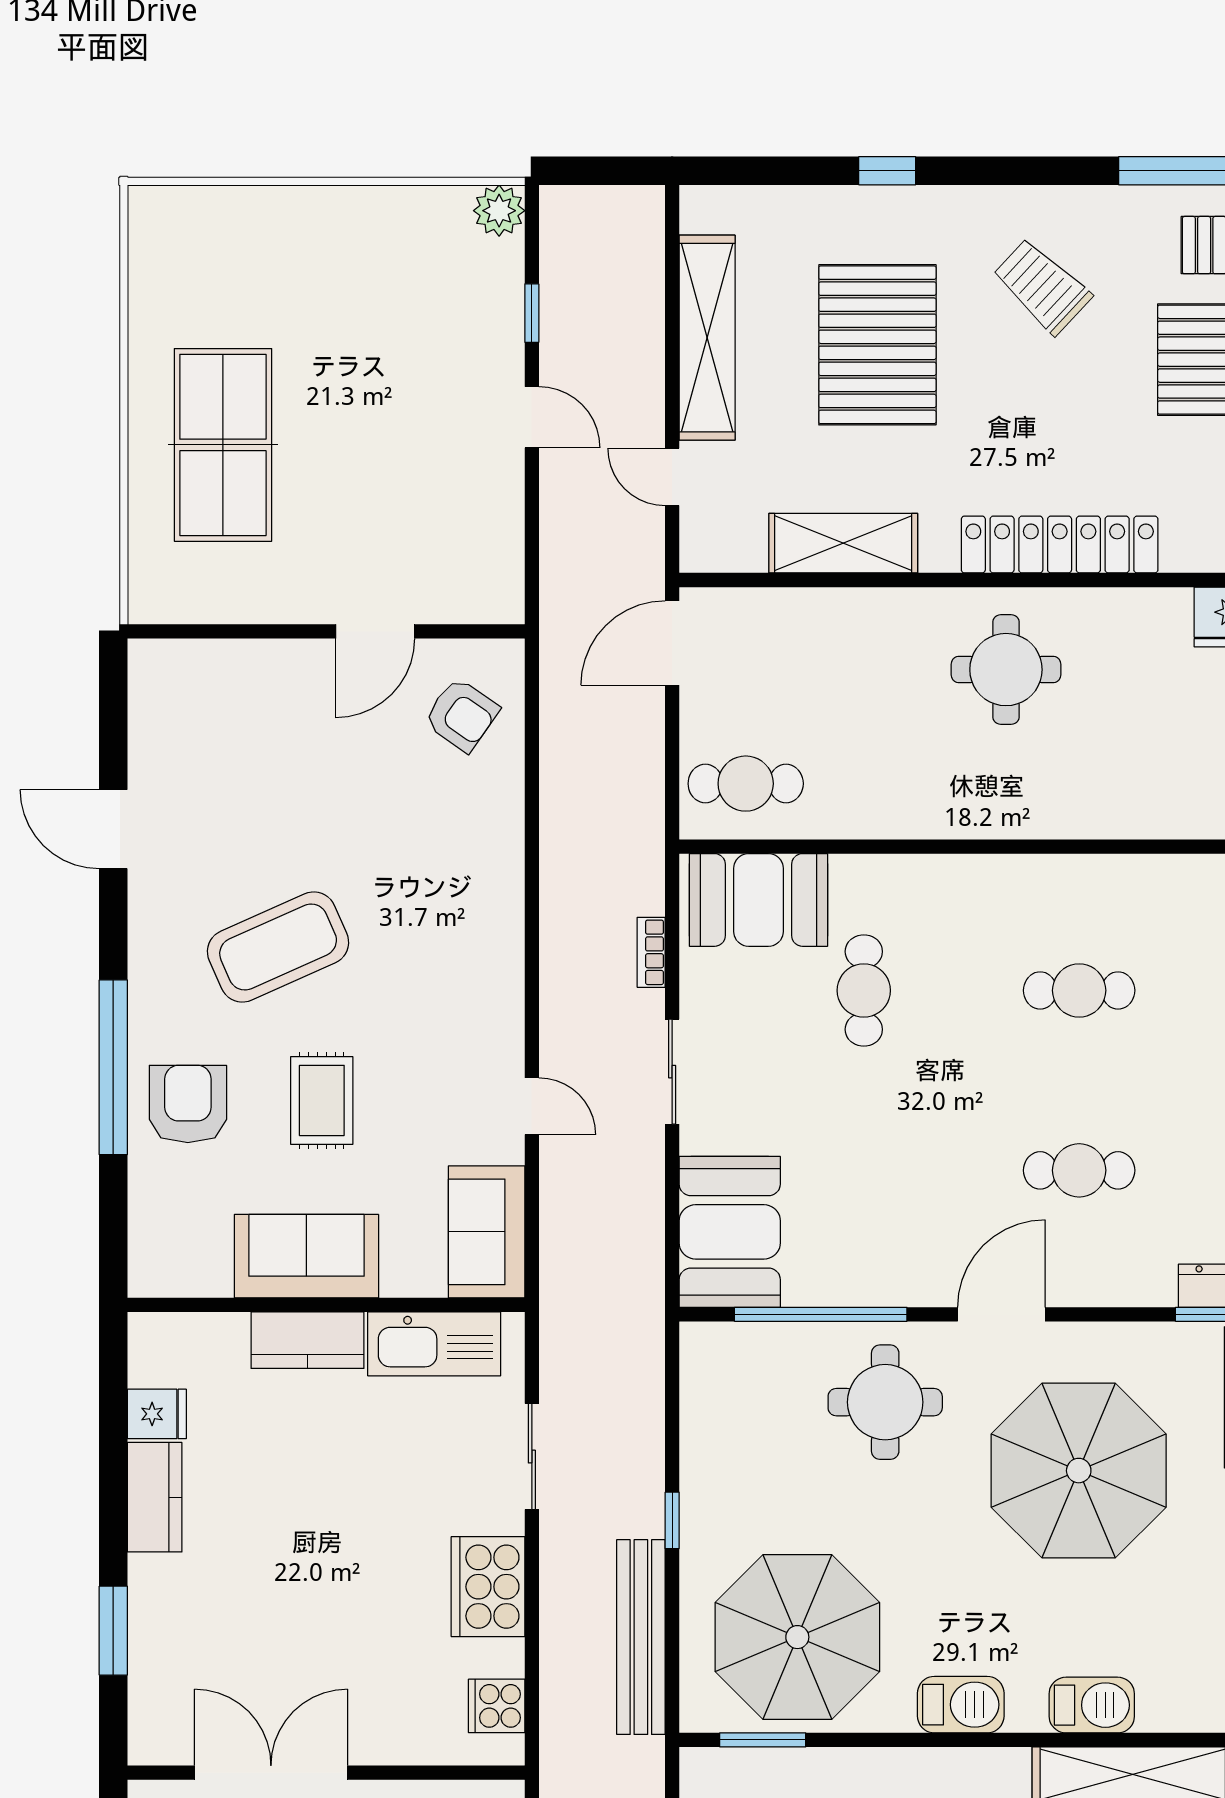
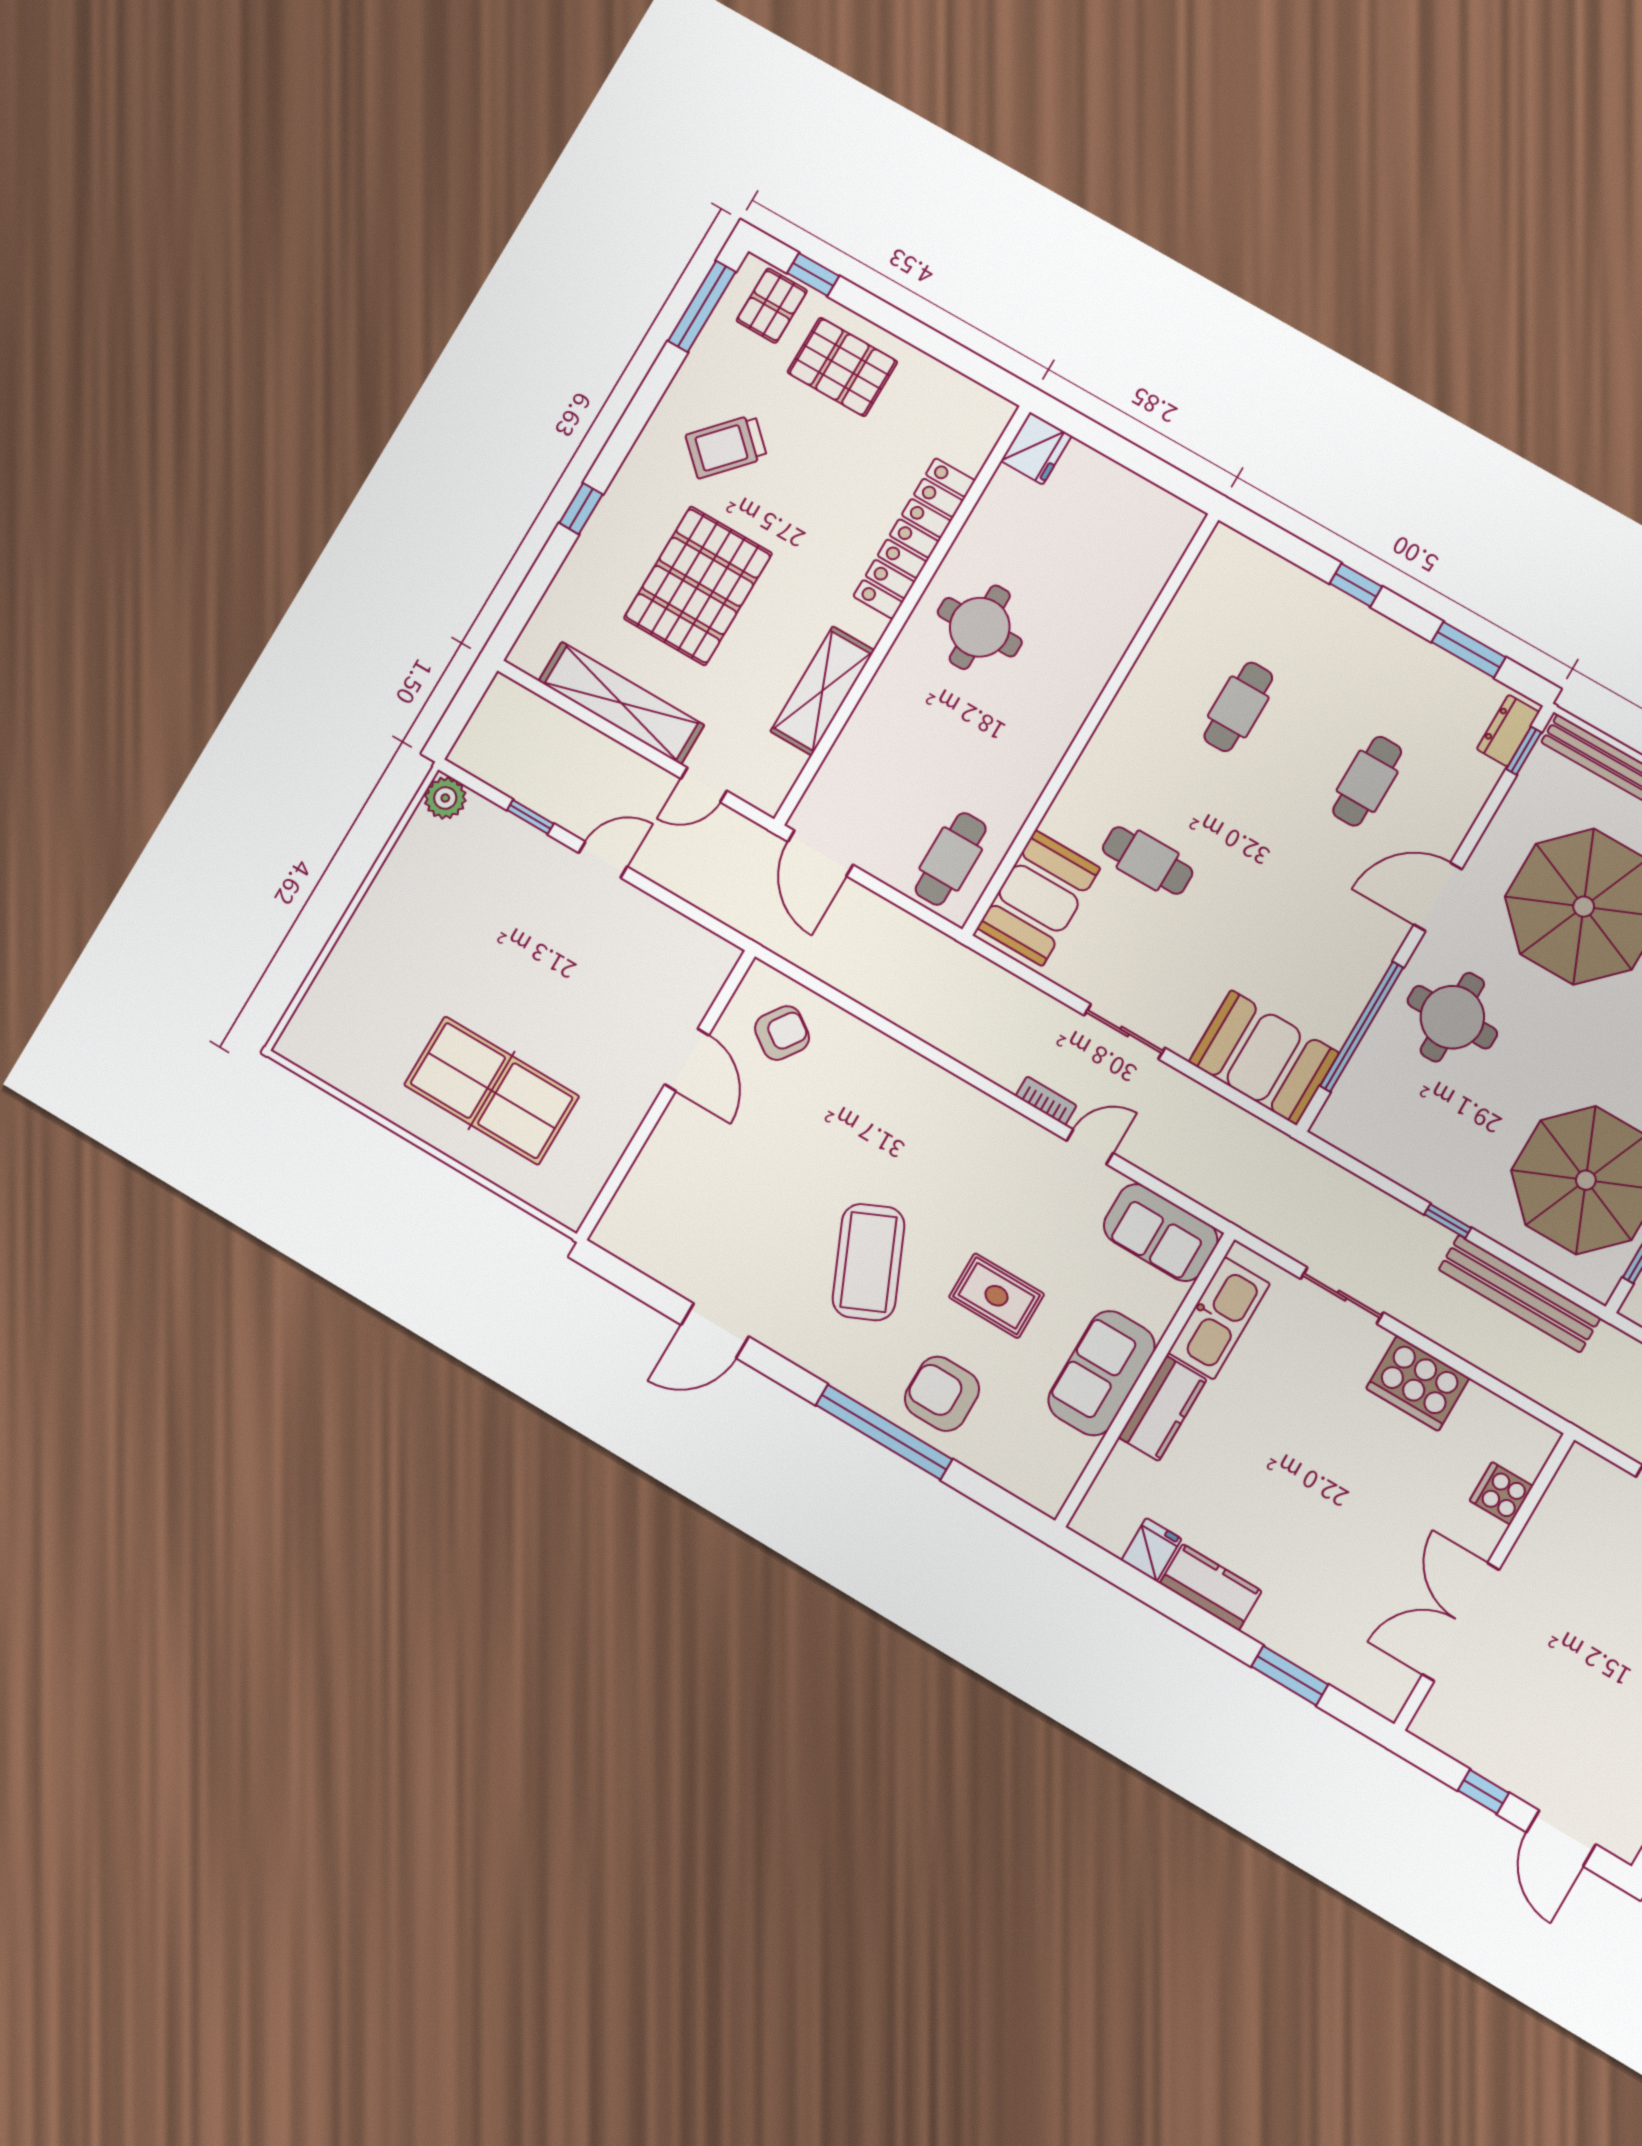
pallet: (877, 345) -> (698, 586), turned 90
bookcase: (651, 952) -> (1046, 1101), moved, turned 180
door: (1001, 1314) -> (1438, 897), hinge flipped
cooker: (497, 1706) -> (1501, 1493), moved, turned 90

